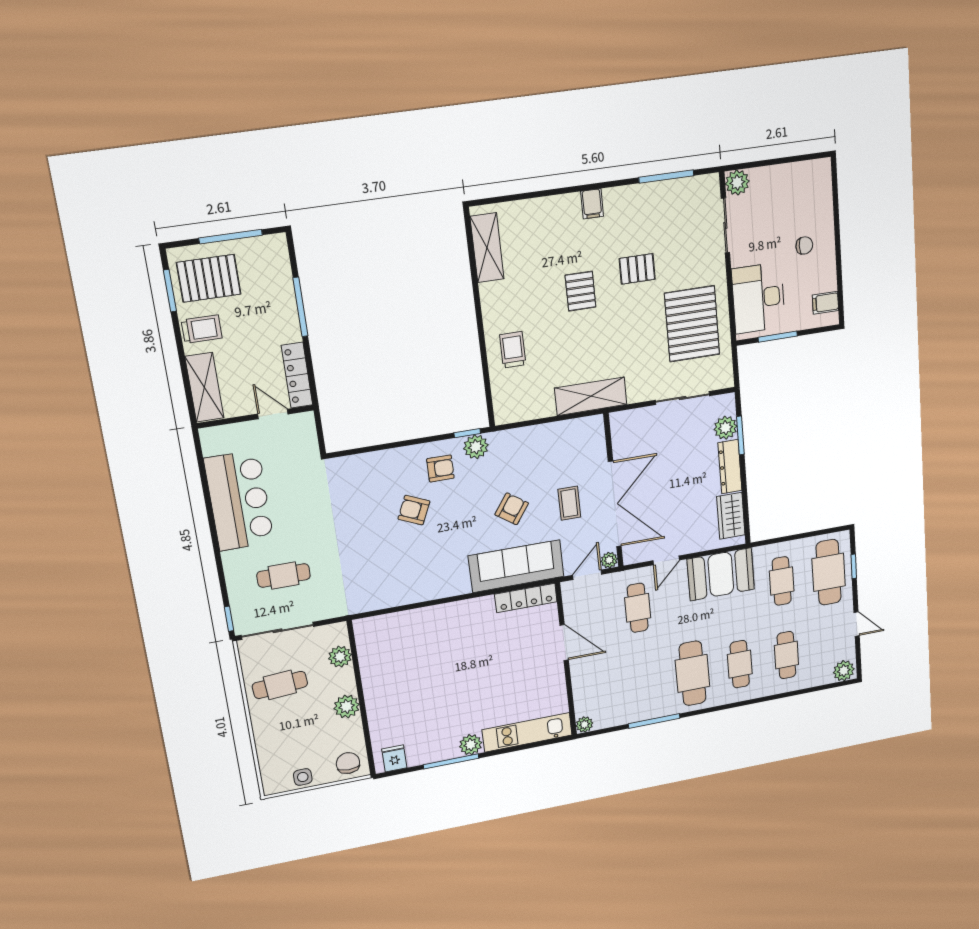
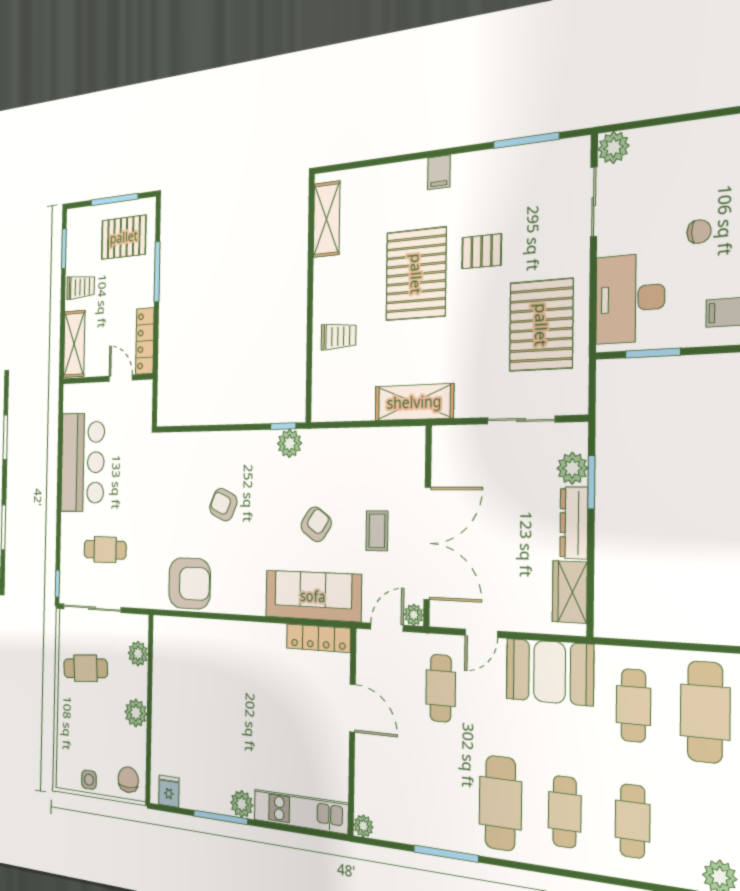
pallet: (209, 278) -> (124, 237), moved
pallet: (580, 291) -> (416, 274), width x2.05, depth x2.00
trolley: (513, 350) -> (338, 336), turned 90
armchair: (440, 468) -> (189, 583), moved, width x1.88, depth x1.88

